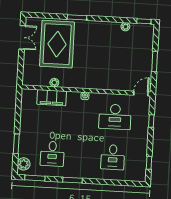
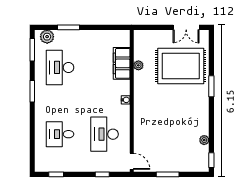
desk: (52, 154) -> (60, 67), width x1.37

